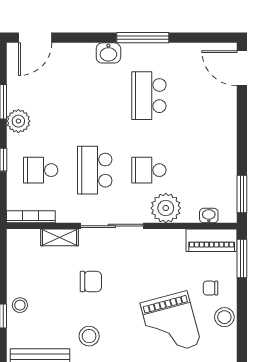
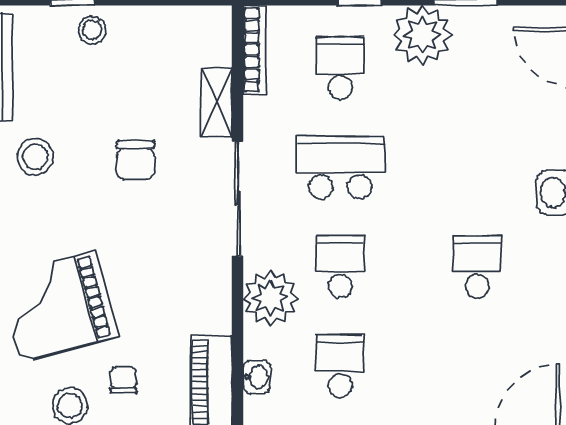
school desk: (149, 96) -> (477, 267), width x0.54
plant: (18, 121) -> (422, 35), width x1.36, depth x1.36
school desk: (203, 170) -> (340, 366), added

